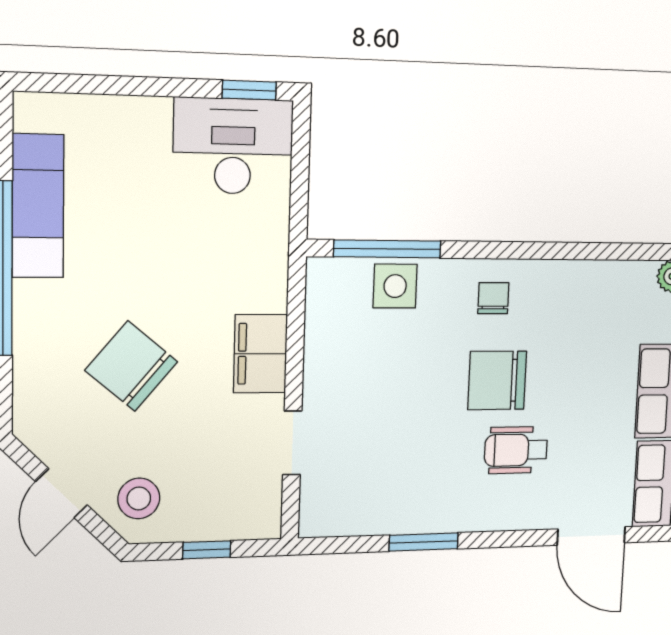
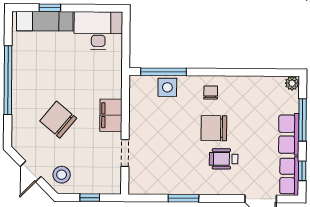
window: (249, 90) -> (50, 8), moved
exam couch: (38, 206) -> (45, 21), moved, turned 90

